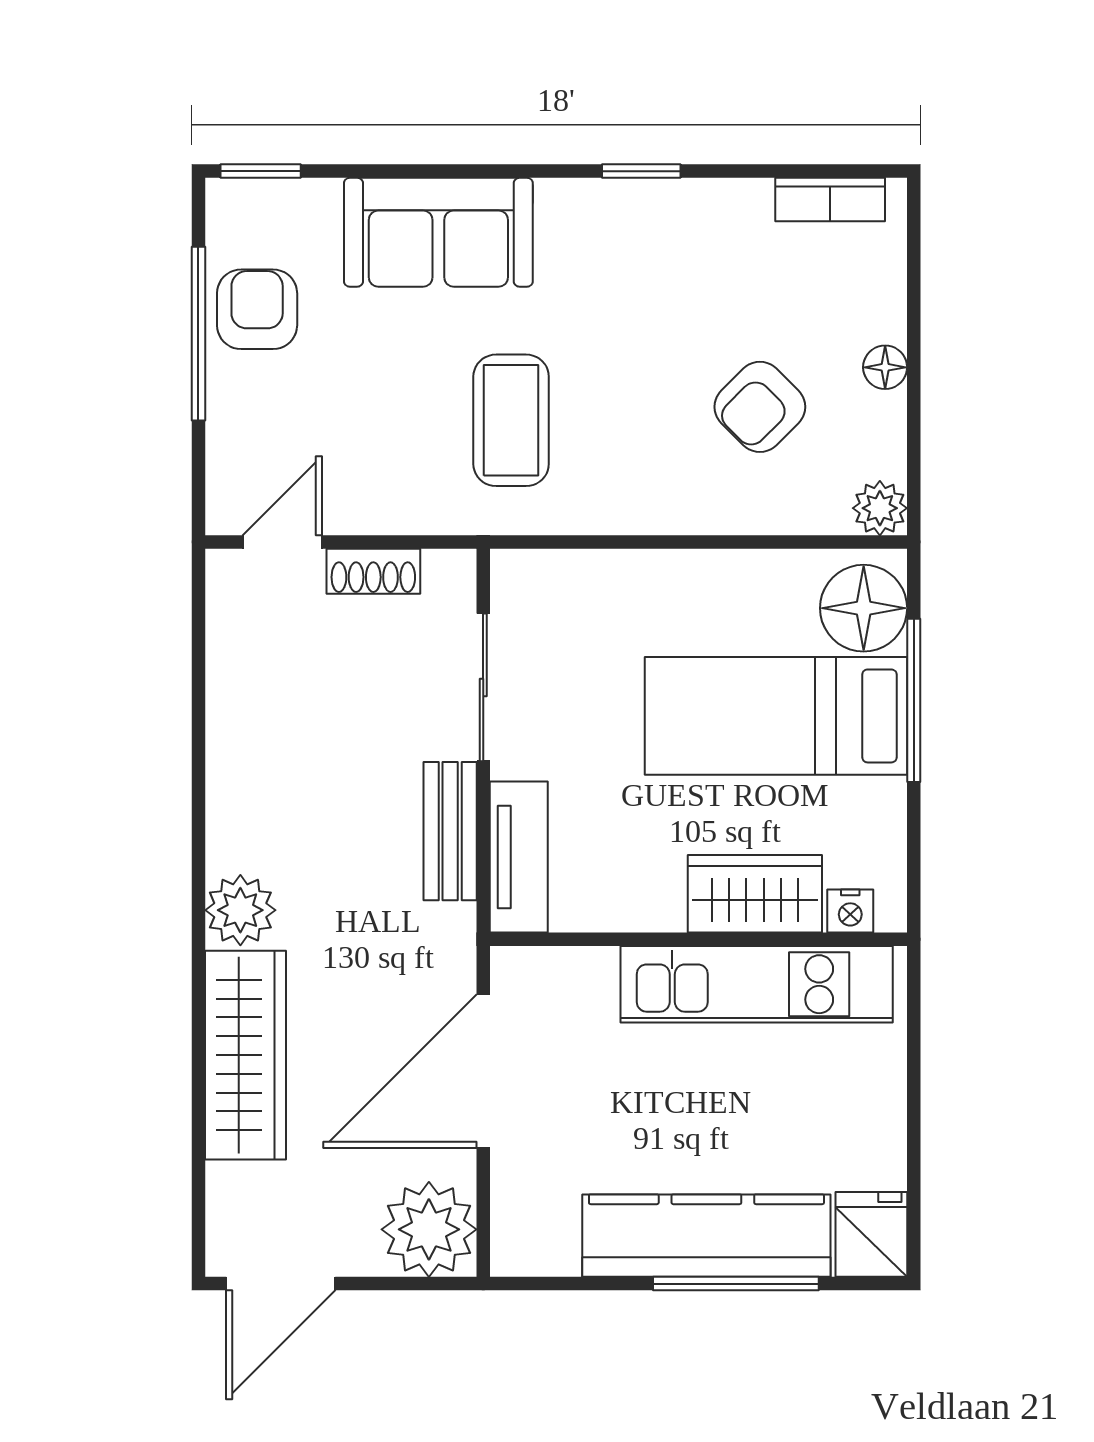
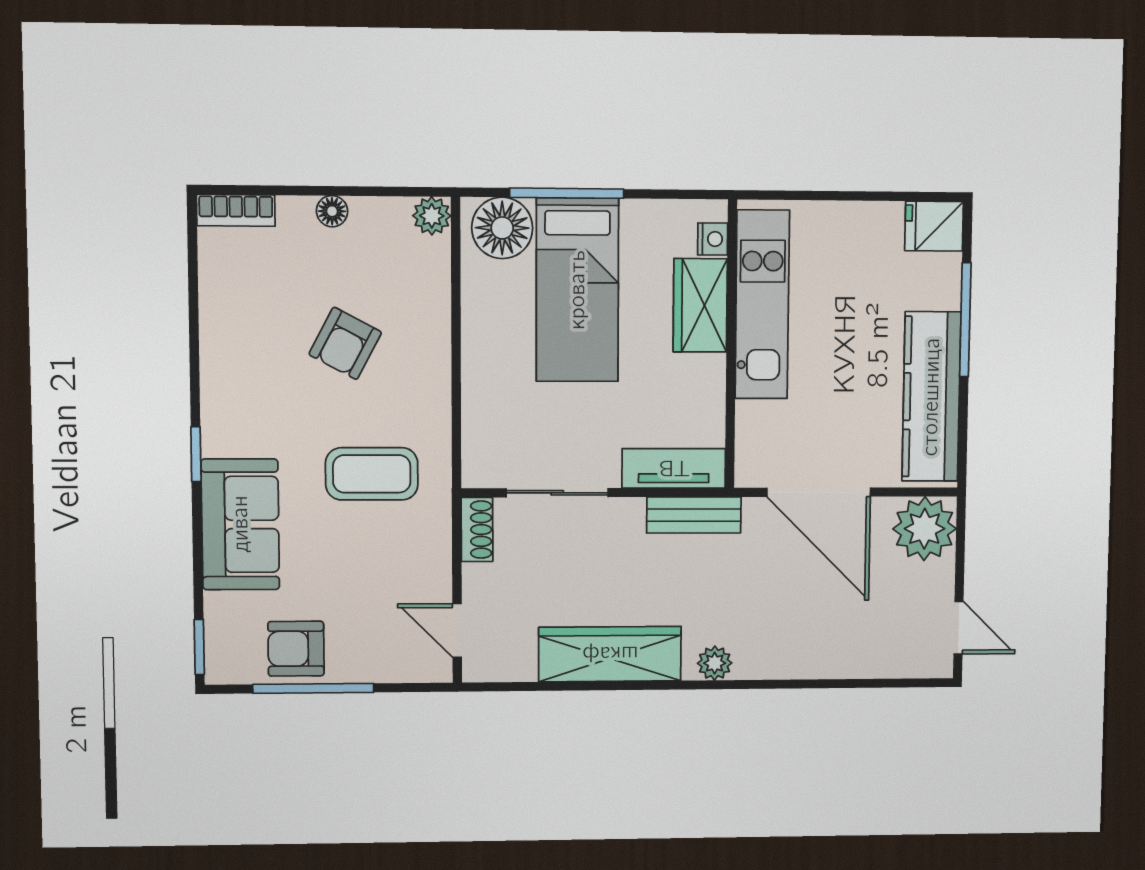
window: (641, 171) -> (196, 454), moved
bookcase: (830, 200) -> (236, 210), moved, turned 90
armchair: (760, 407) -> (345, 343), moved, turned 73
shoe rack: (373, 571) -> (477, 530), moved
bench: (450, 831) -> (694, 515), moved
plant: (240, 910) -> (715, 663), width x0.73, depth x0.73
wardrobe: (245, 1055) -> (610, 654), moved
kitchen counter: (706, 1236) -> (931, 397), moved
door: (281, 1284) -> (959, 628), width x0.73

